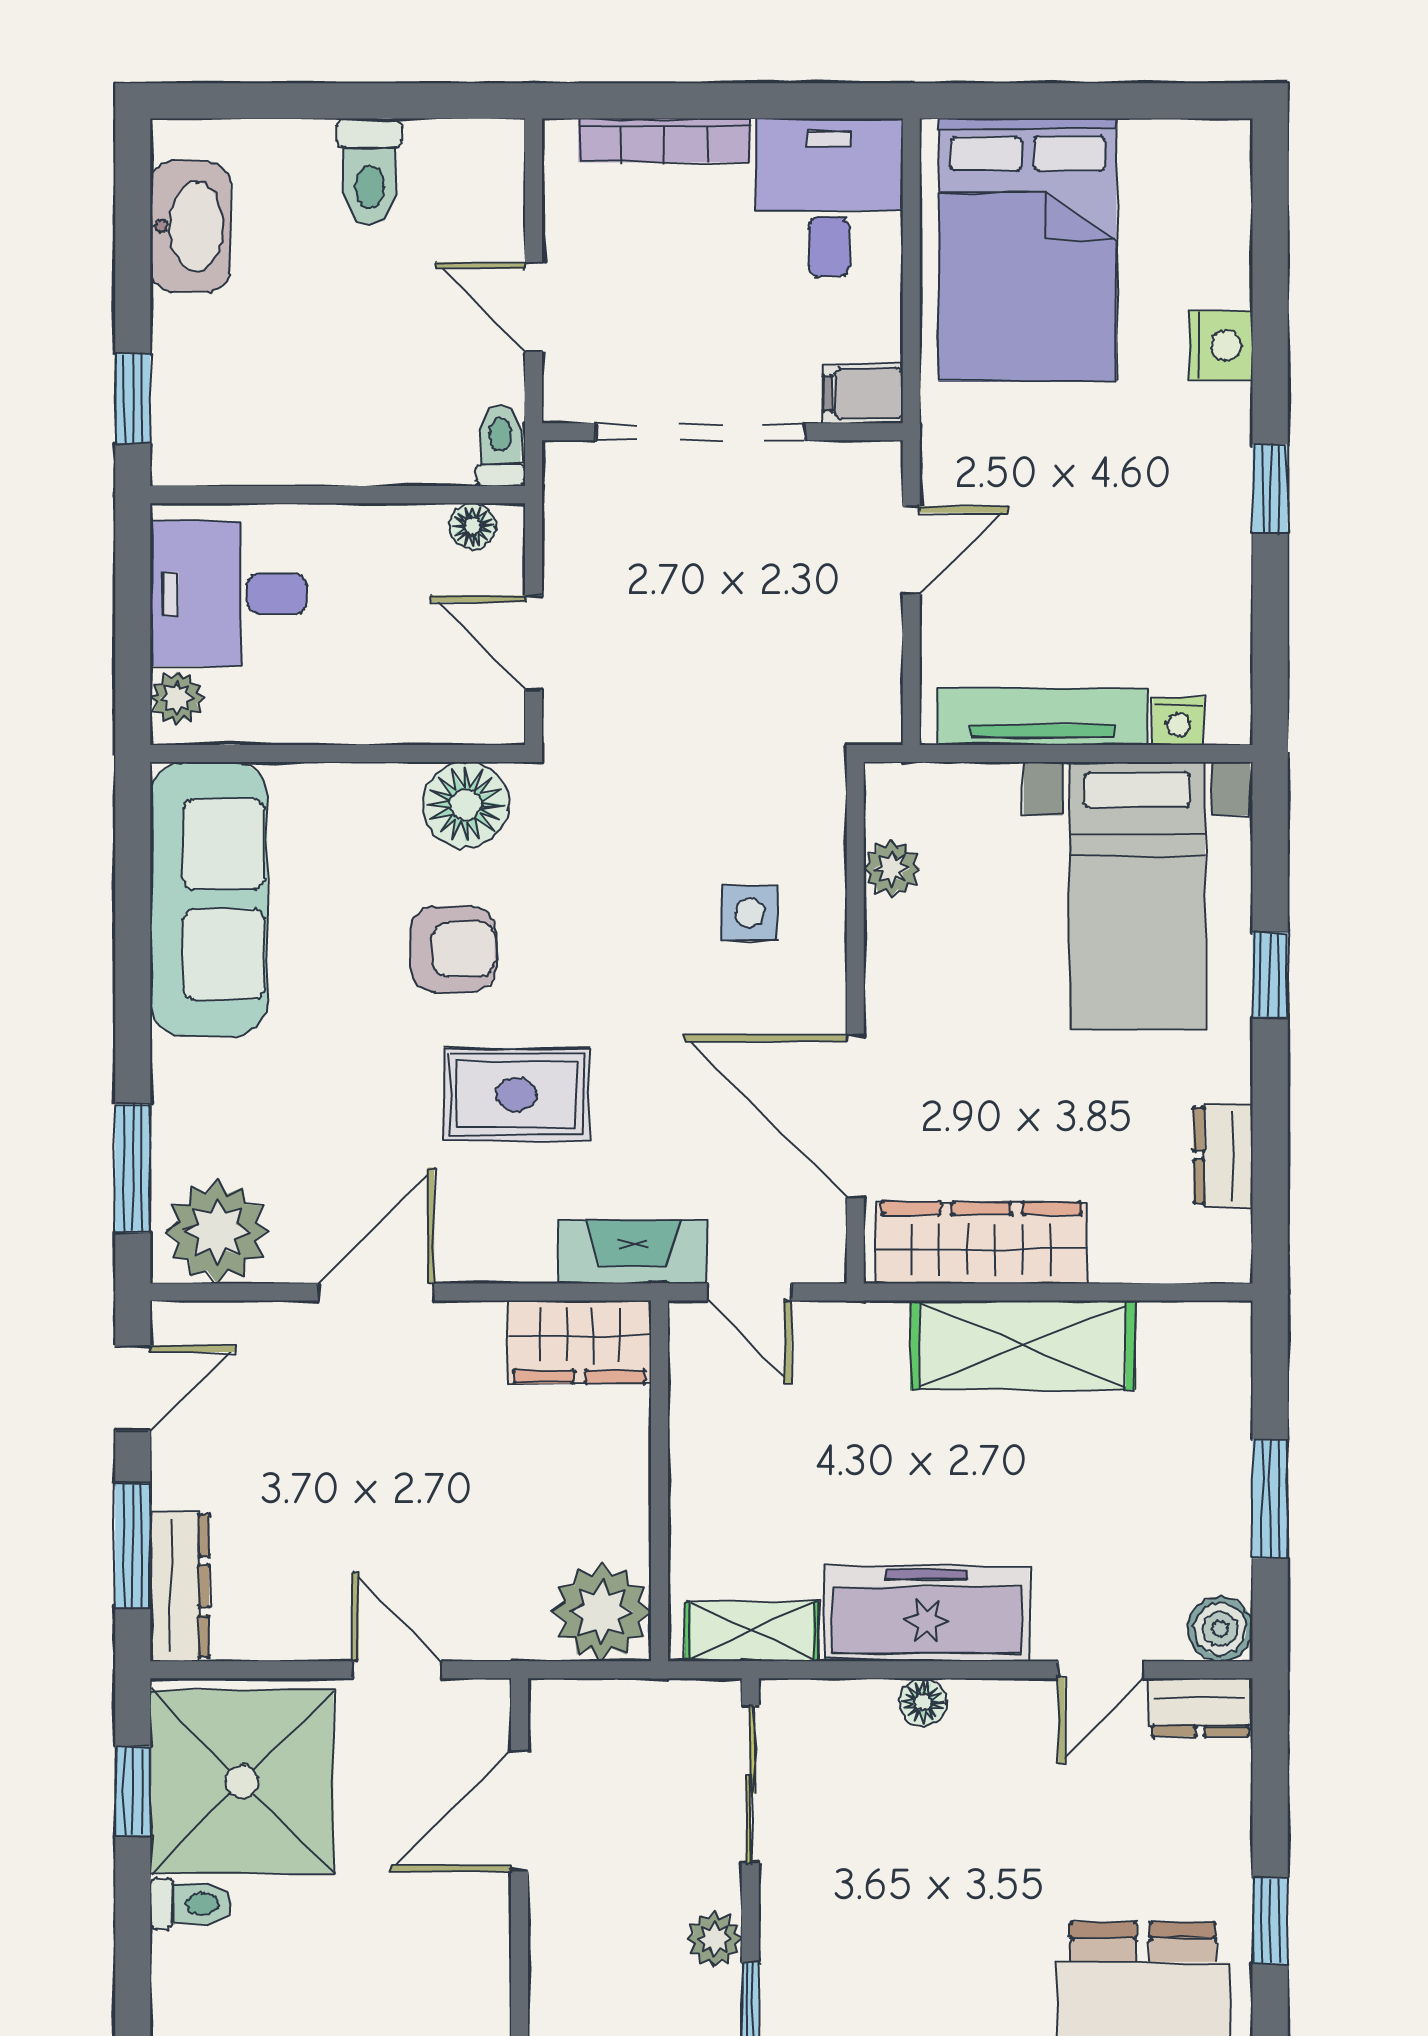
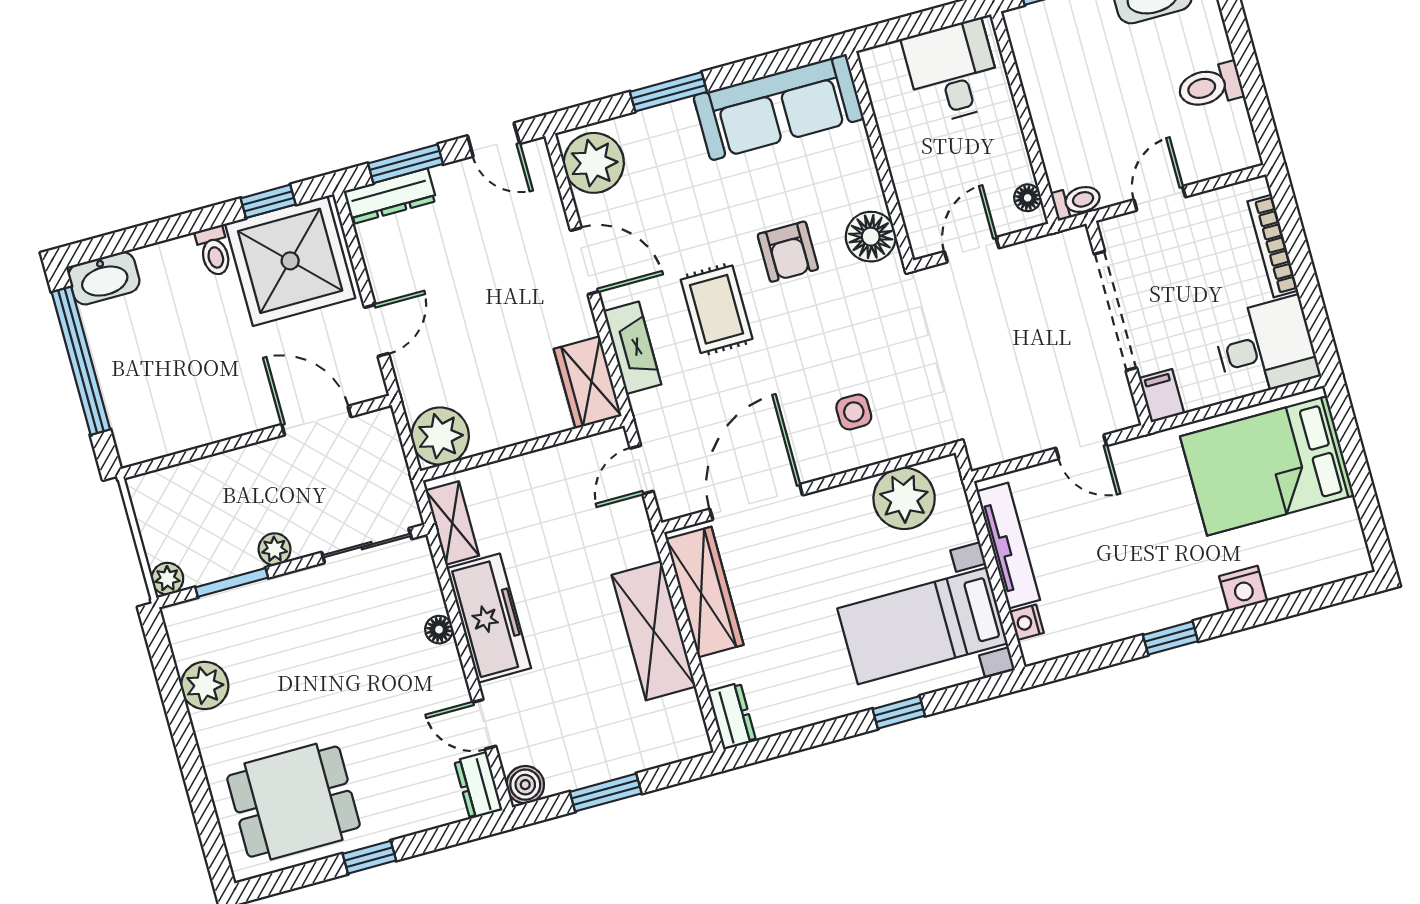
plant: (177, 698) -> (886, 59), removed
plant: (892, 869) -> (904, 498), width x1.88, depth x1.88
dresser: (1223, 1155) -> (732, 716), moved, turned 90
window: (133, 1168) -> (668, 92), moved
fireplace: (633, 1252) -> (632, 348), moved

